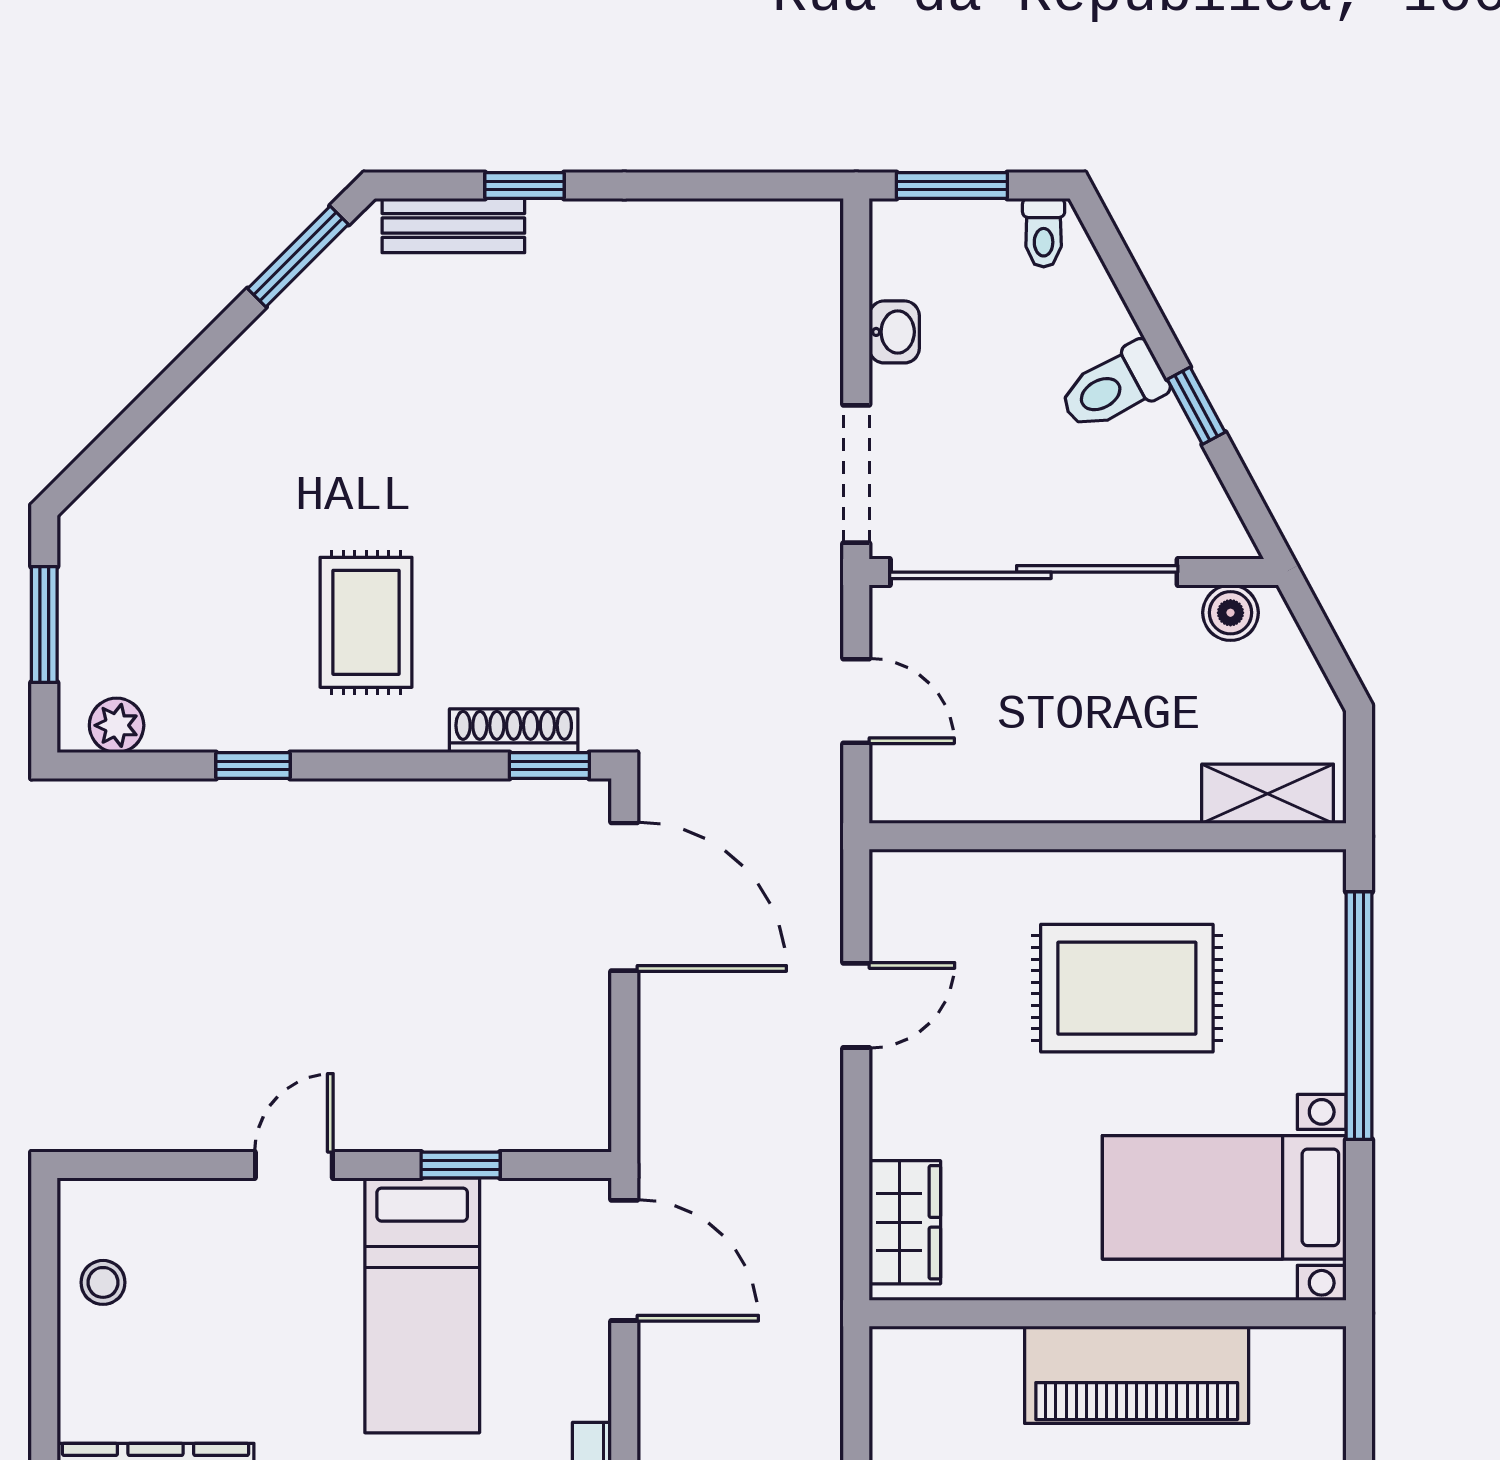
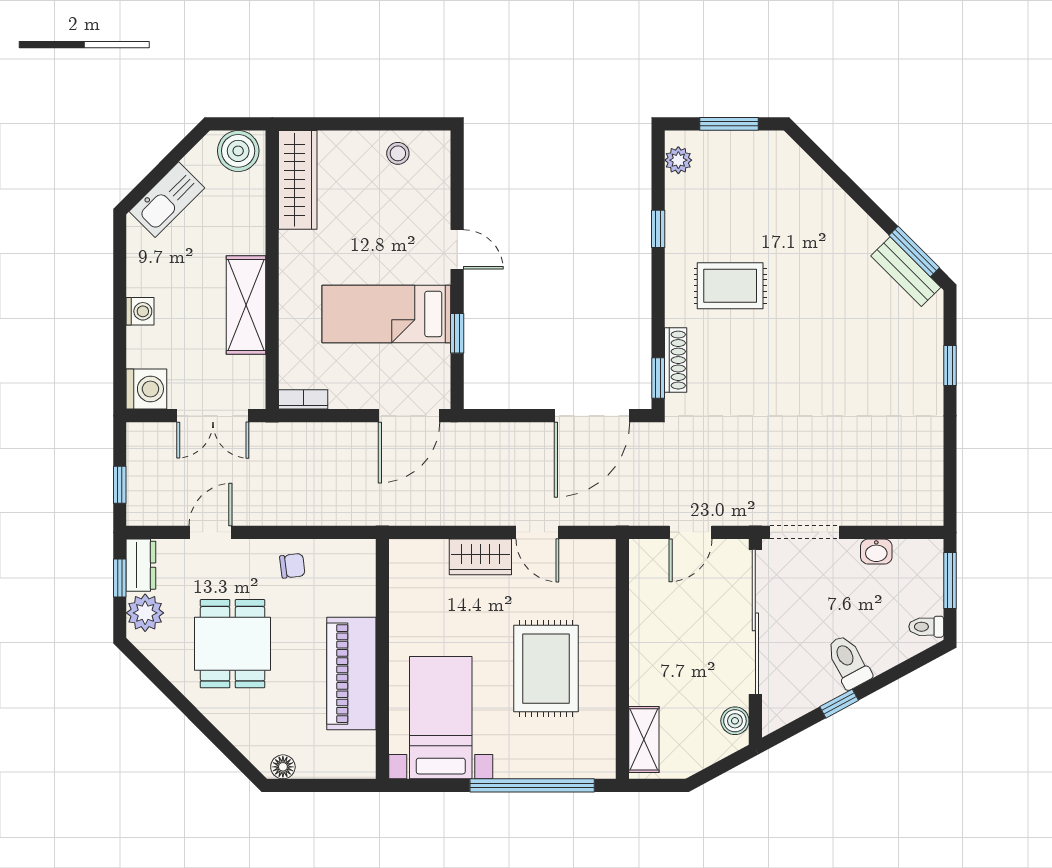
bench: (453, 226) -> (906, 272), moved, turned -45
wardrobe: (905, 1222) -> (480, 557), moved

